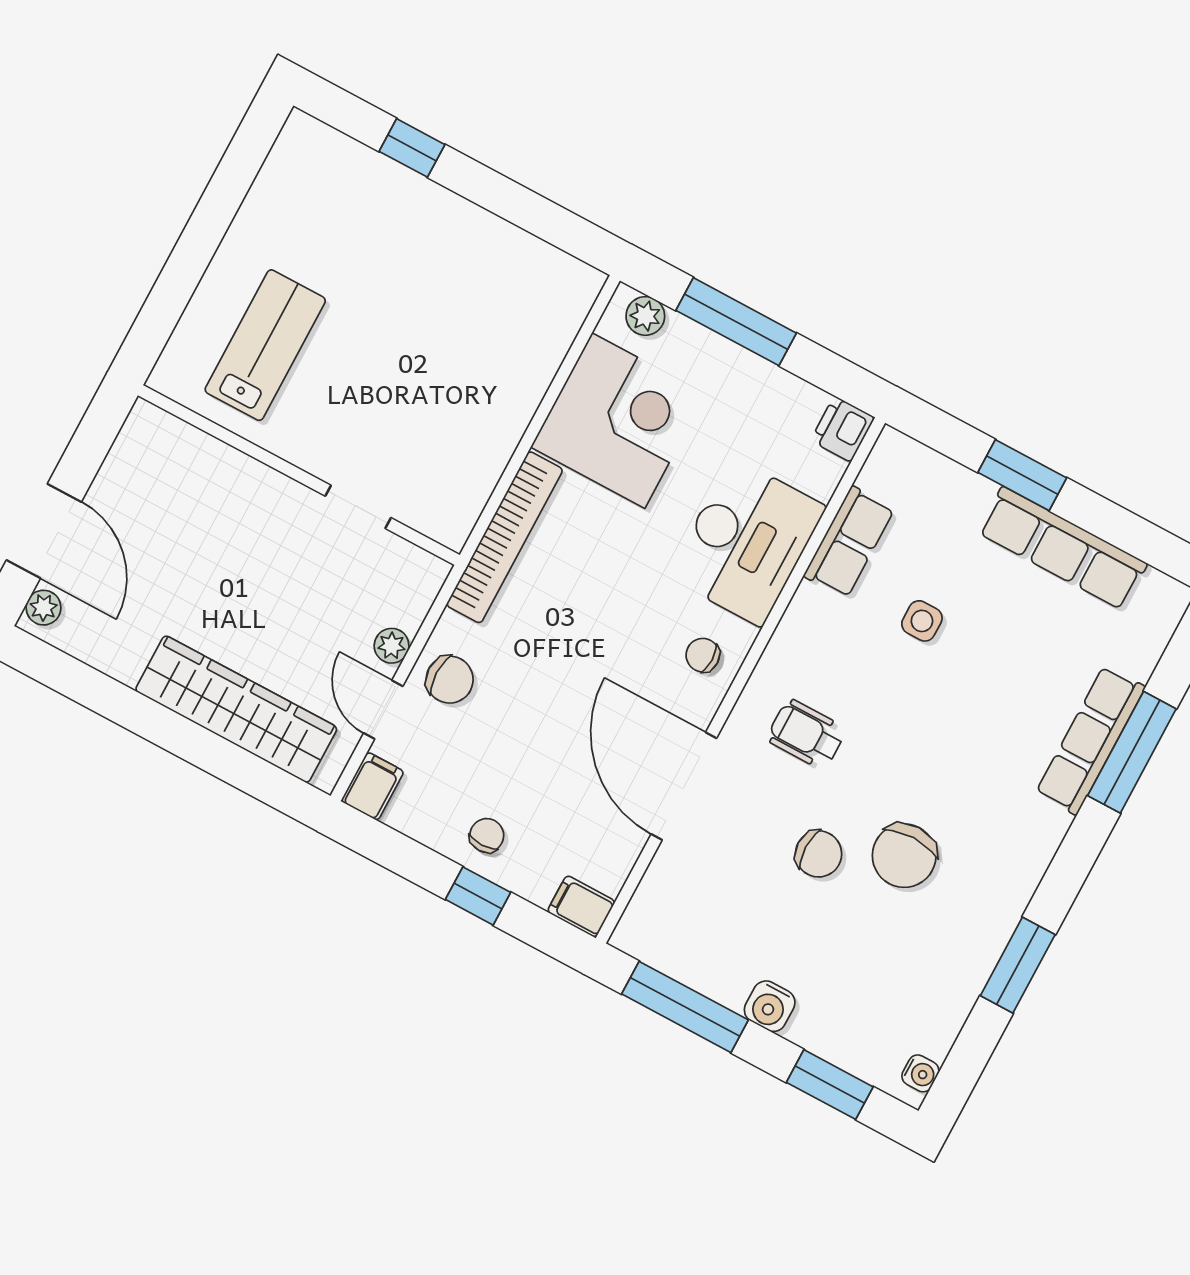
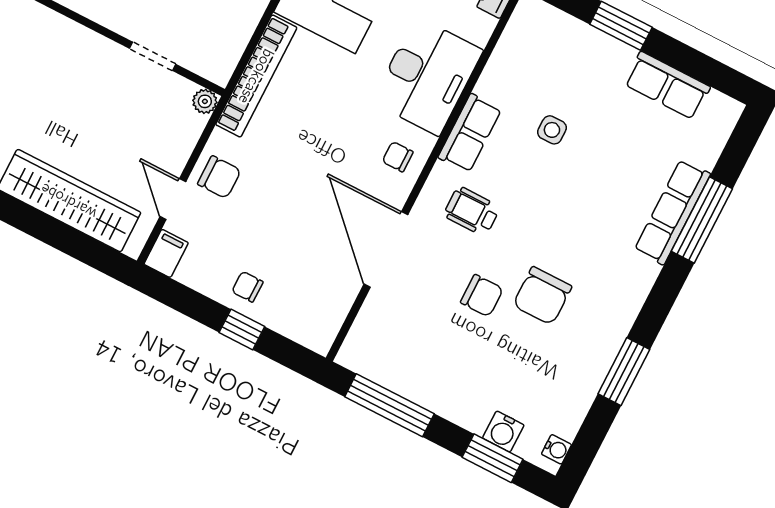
row of seats: (849, 542) -> (470, 133), moved
row of seats: (1062, 548) -> (667, 85), width x0.68
plant: (392, 646) -> (205, 101), moved
chair: (487, 835) -> (247, 287), turned -90
filing cabinet: (581, 906) -> (315, 336), removed
water cooler: (770, 1006) -> (503, 432), moved

